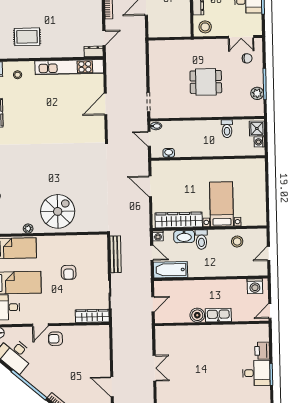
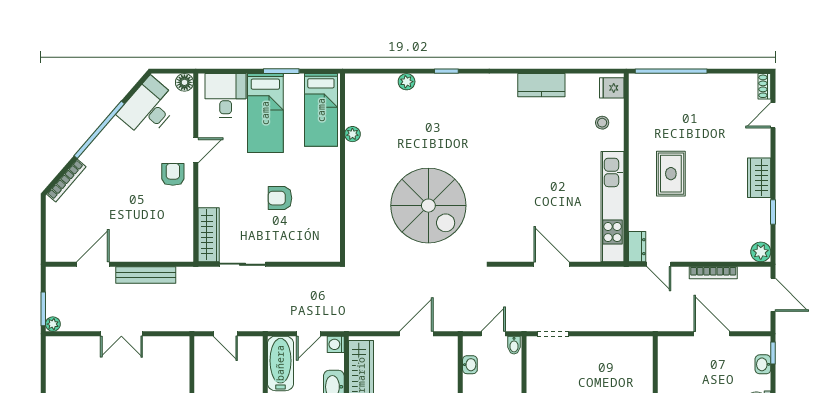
rug: (27, 37) -> (671, 174), moved
spiral stairs: (58, 211) -> (428, 206), moved, width x1.37, depth x1.37
bench: (116, 254) -> (146, 275), moved
door: (40, 325) -> (196, 150), swing flipped

